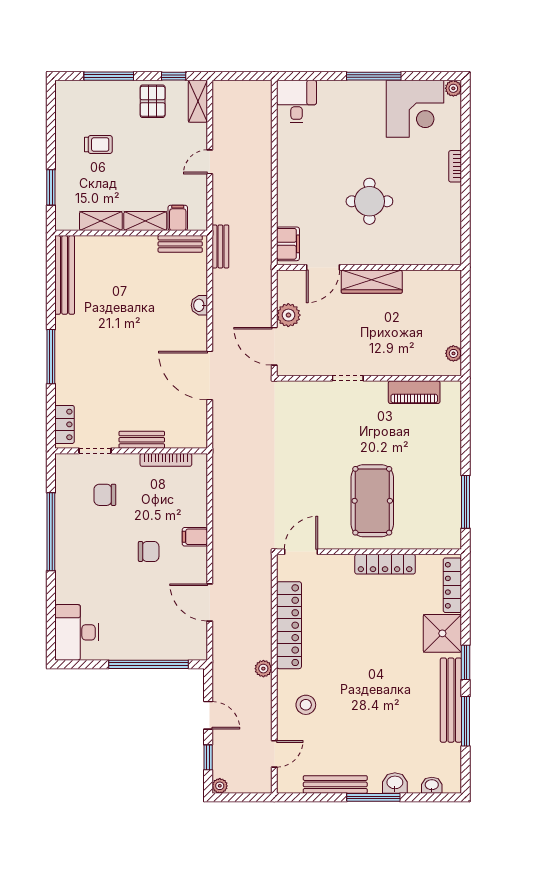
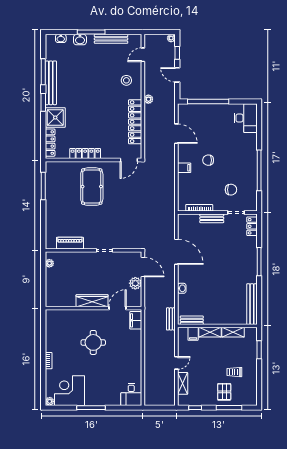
pallet: (153, 101) -> (224, 392), moved
shelving: (198, 101) -> (183, 383), moved

